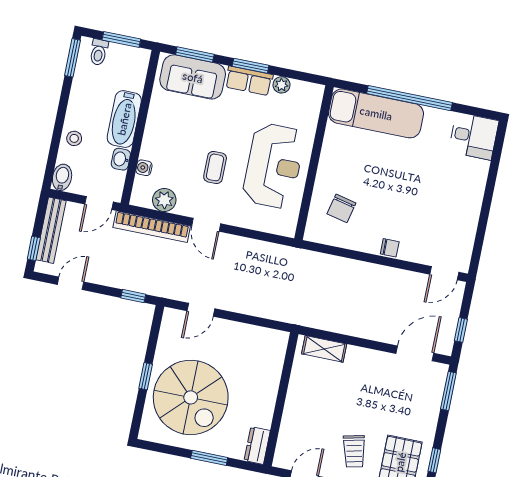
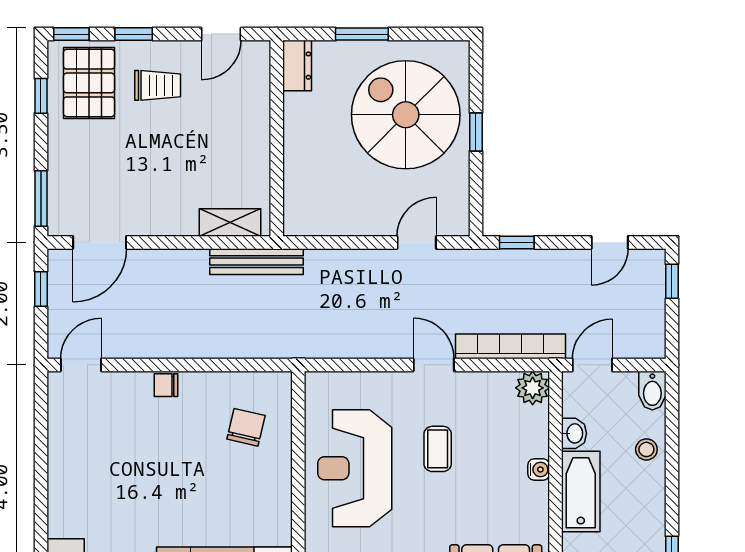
water cooler: (144, 168) -> (539, 470), moved
plant: (164, 200) -> (533, 388), moved
bench: (51, 230) -> (256, 262), moved, turned 90
trolley: (354, 451) -> (158, 85), turned 103

